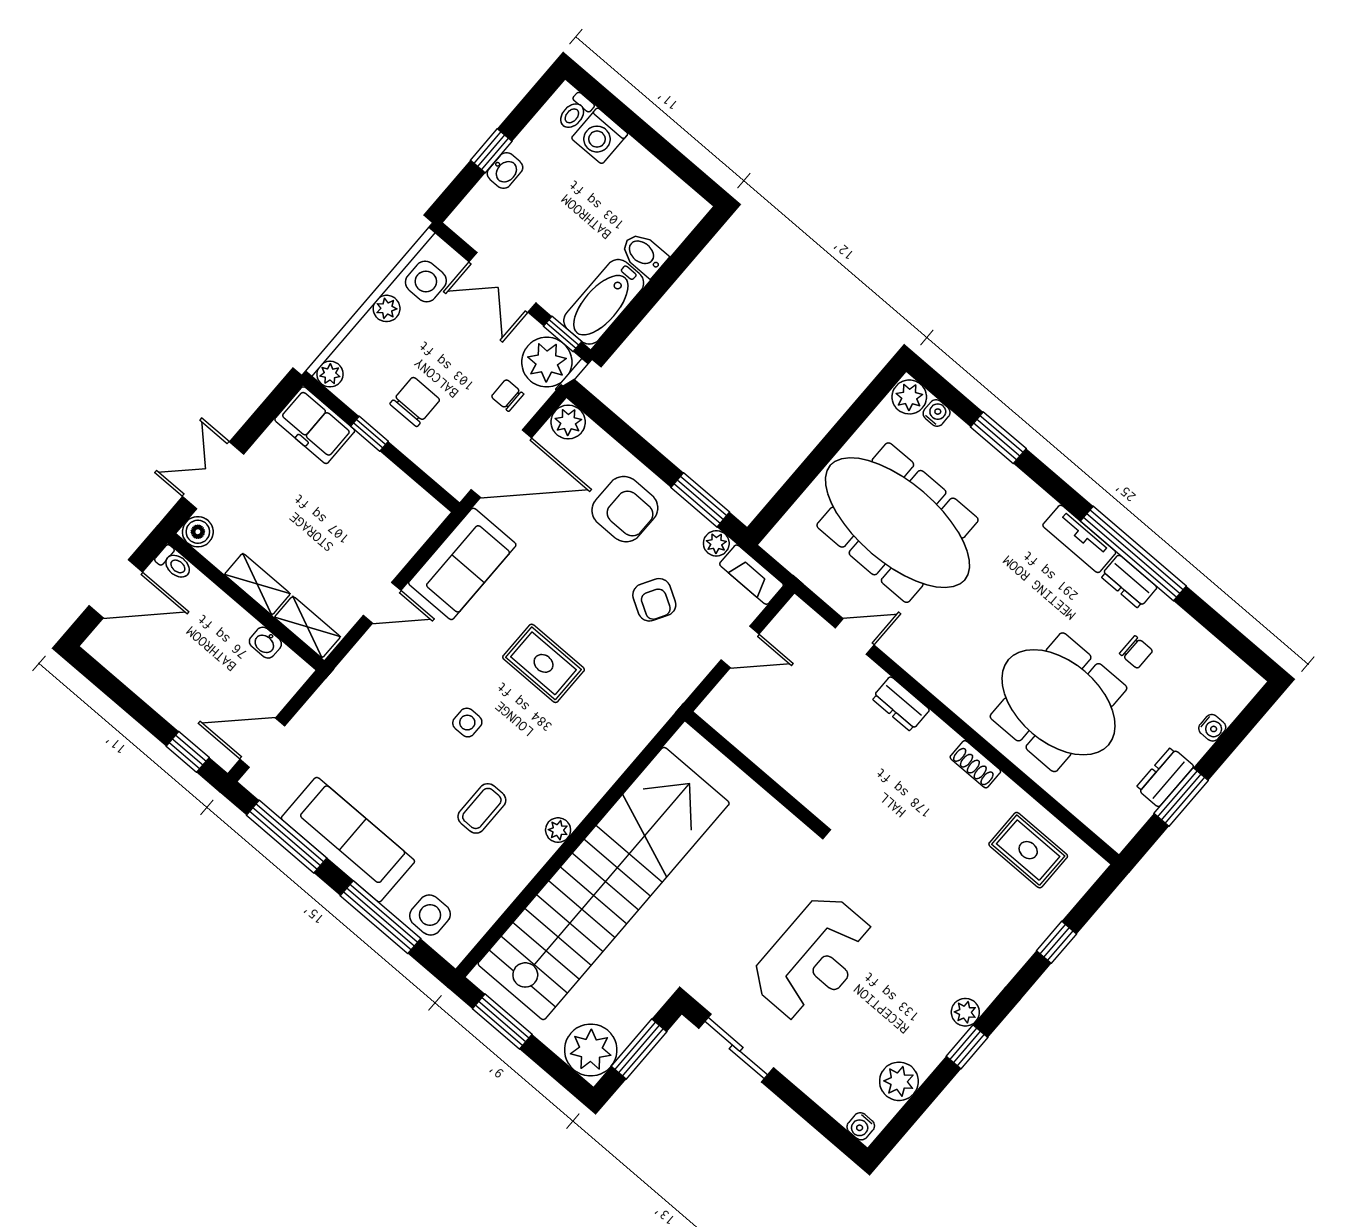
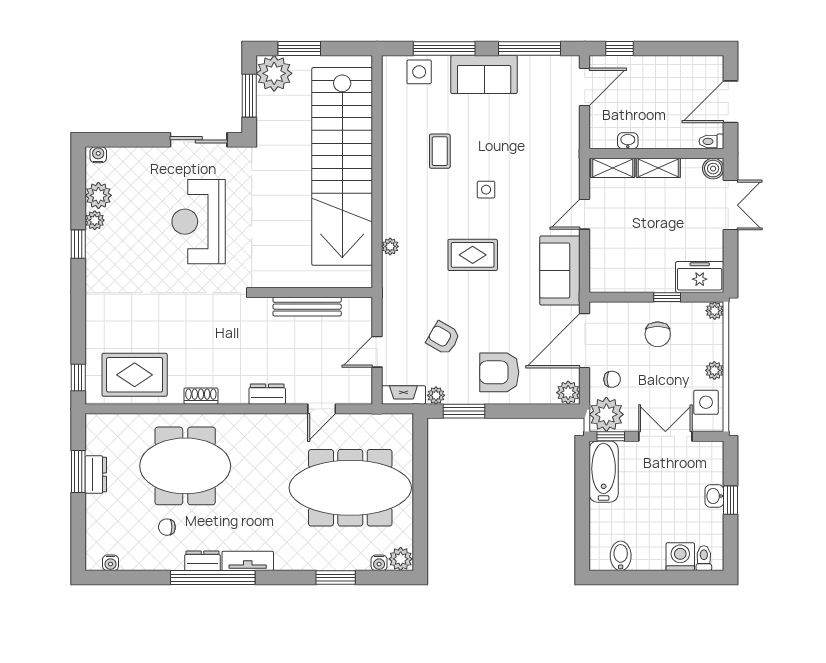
bidet: (644, 254) -> (621, 556), moved, turned -90
water cooler: (1212, 728) -> (111, 563), moved, turned -90
bench: (774, 763) -> (307, 307), added
plant: (558, 830) -> (390, 246), moved
sofa: (348, 840) -> (484, 75), width x0.73
rug: (1028, 850) -> (135, 375), width x1.36, depth x1.43
window: (1057, 942) -> (78, 377), moved
plant: (965, 1012) -> (95, 220), moved
window: (502, 1021) -> (299, 49), moved

